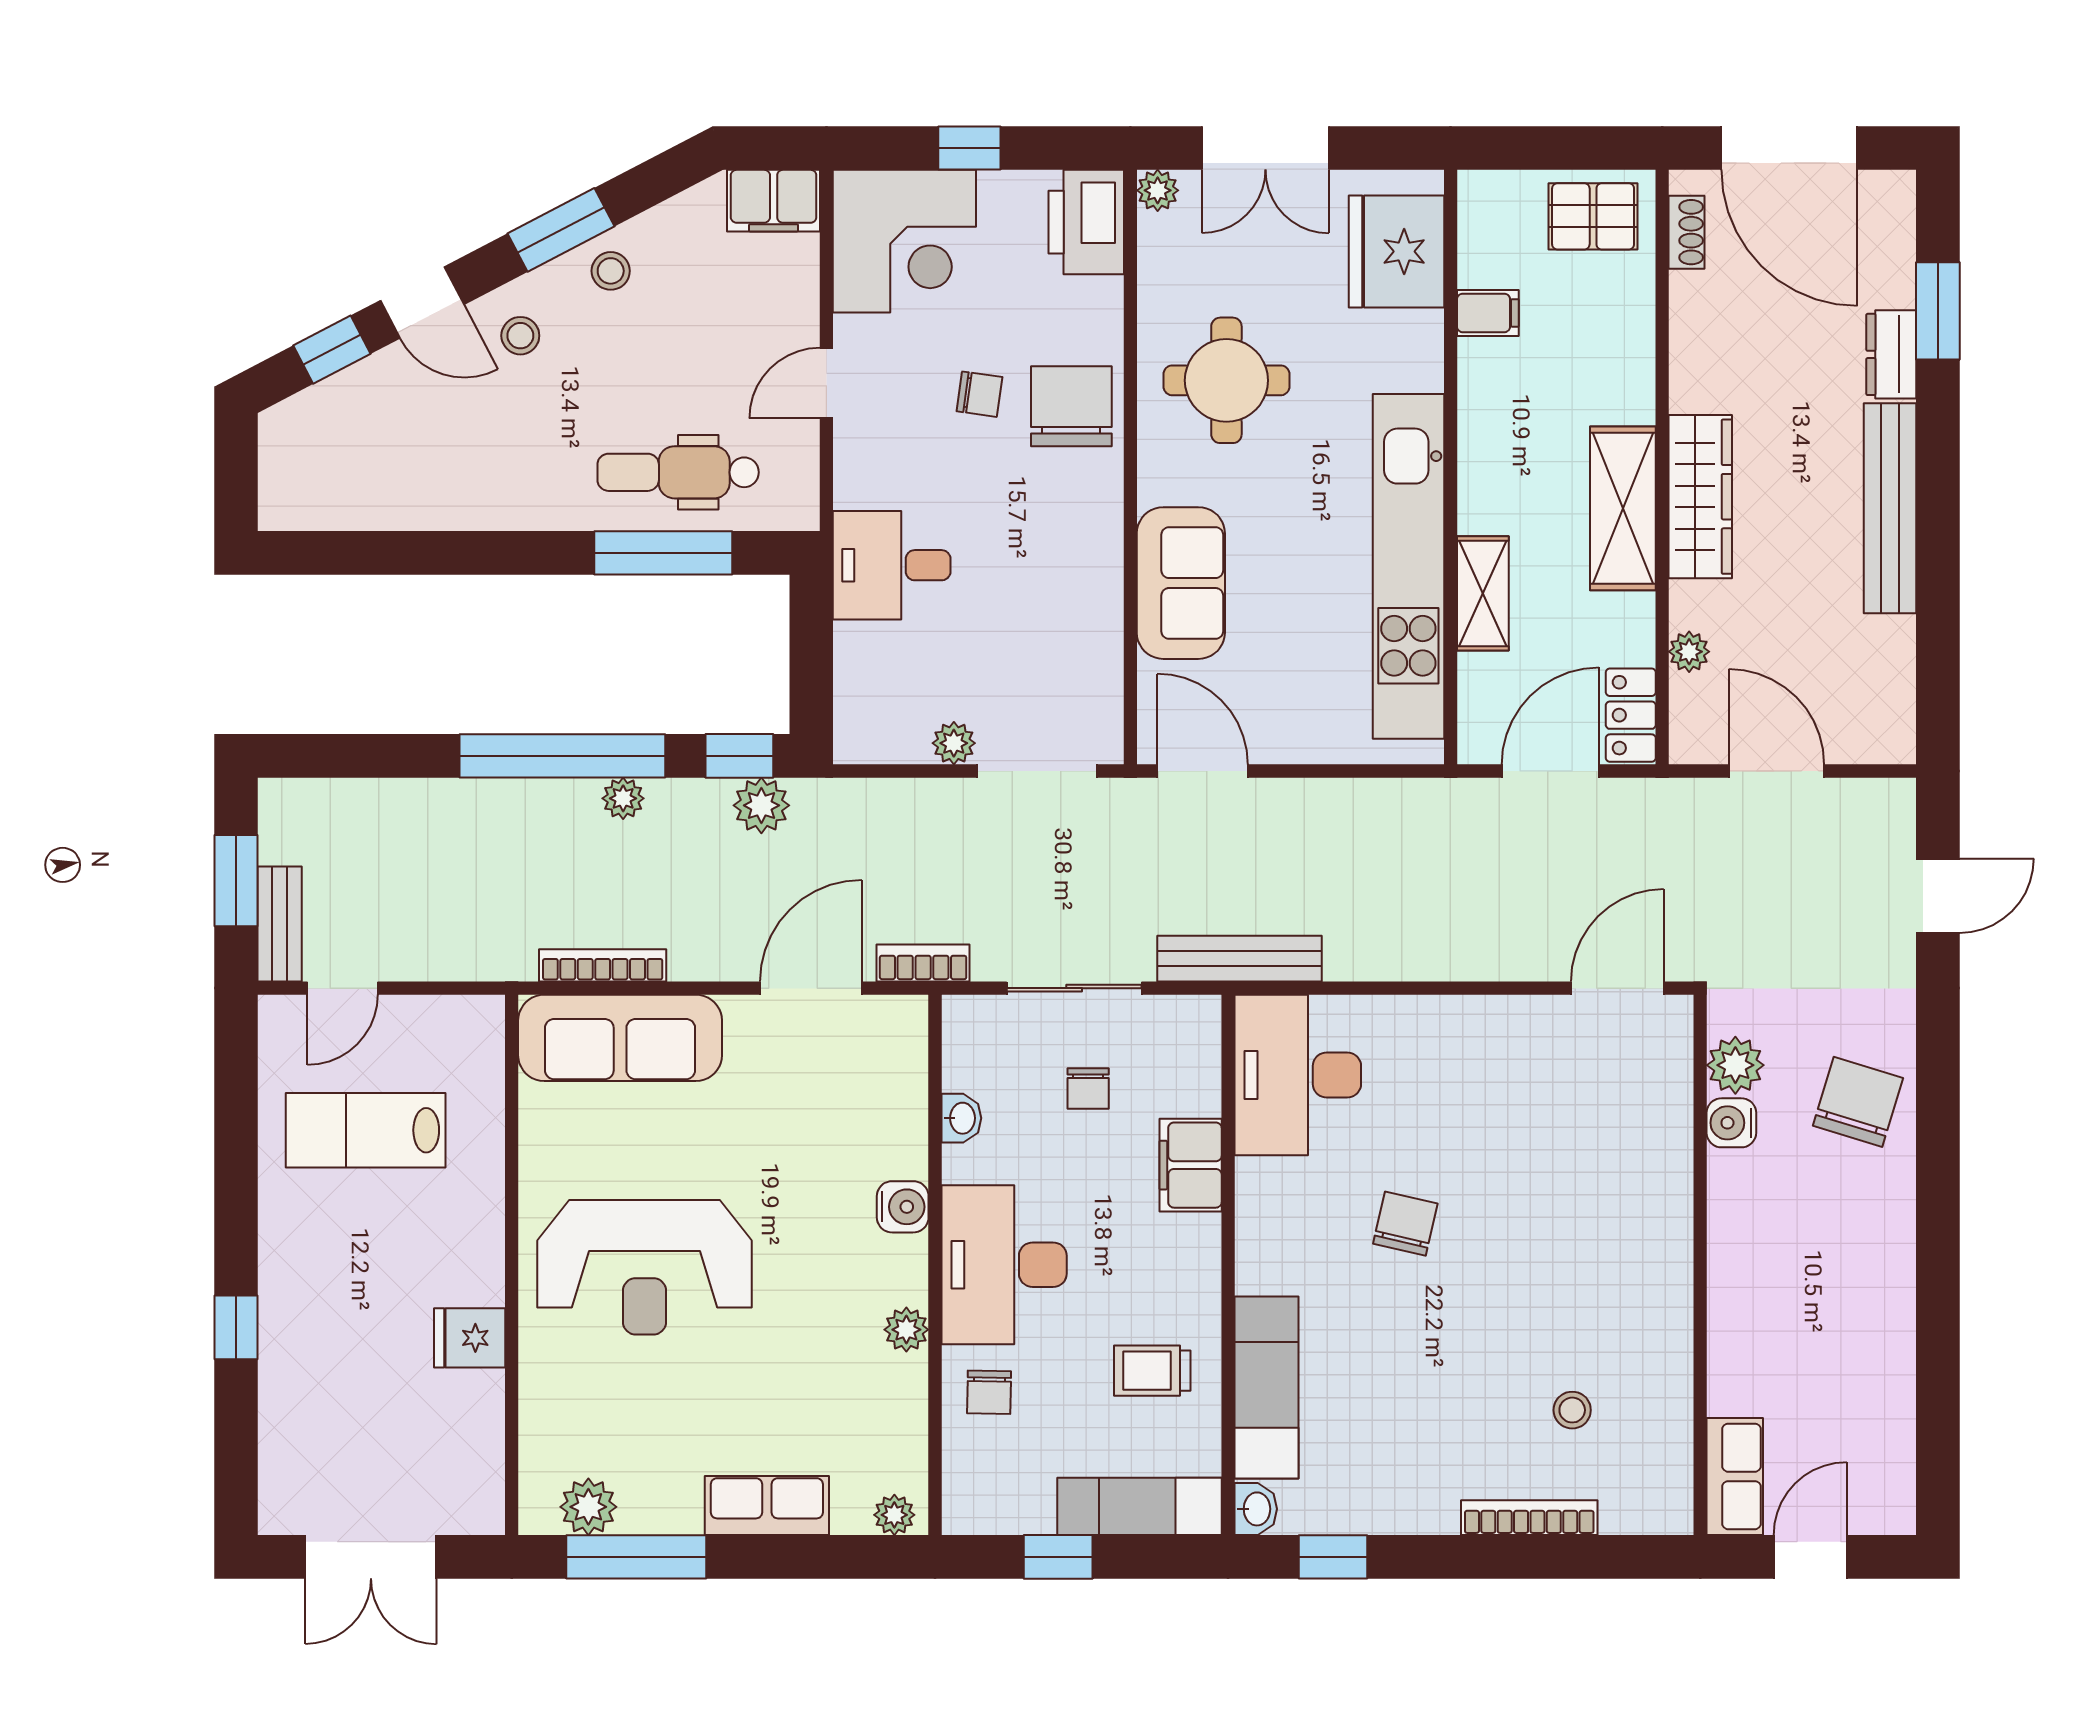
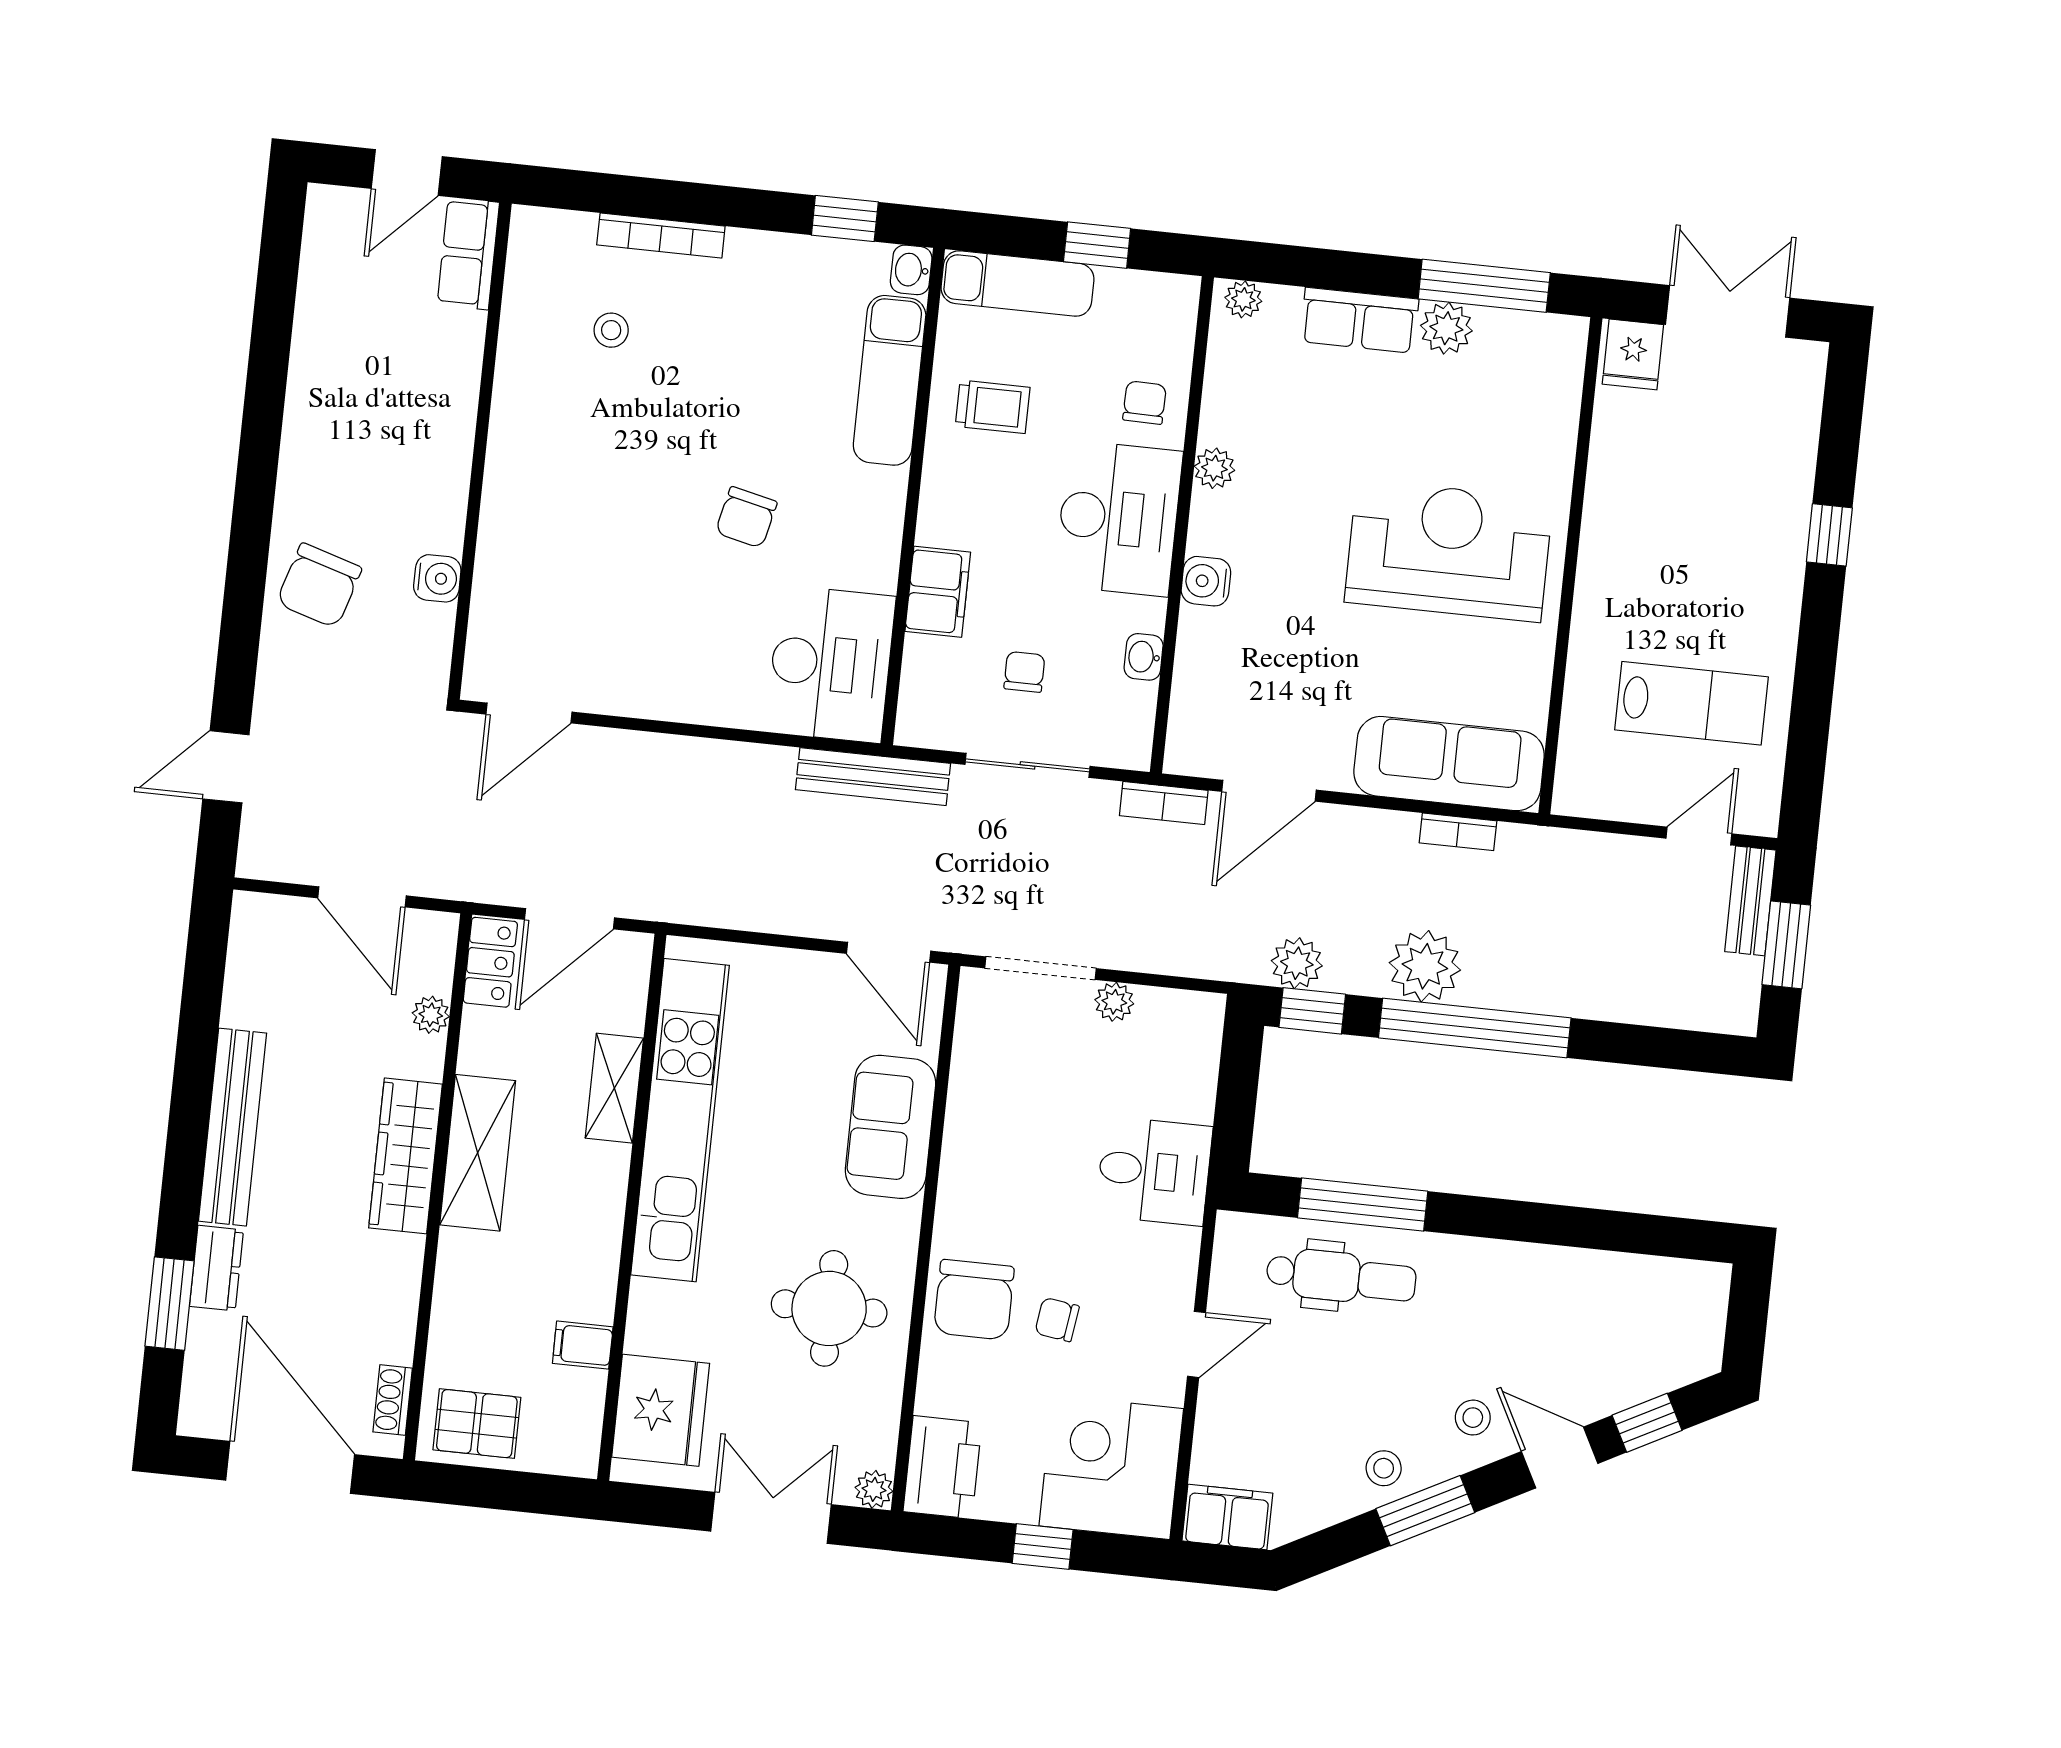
plant: (623, 798) -> (1425, 966), width x1.88, depth x1.88
bookcase: (603, 965) -> (1458, 832), width x0.64
plant: (1735, 1065) -> (428, 631), removed
fridge: (470, 1338) -> (1633, 354), moved, turned 90
plant: (588, 1507) -> (1446, 328), moved

